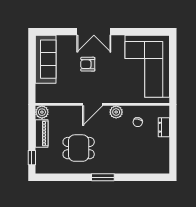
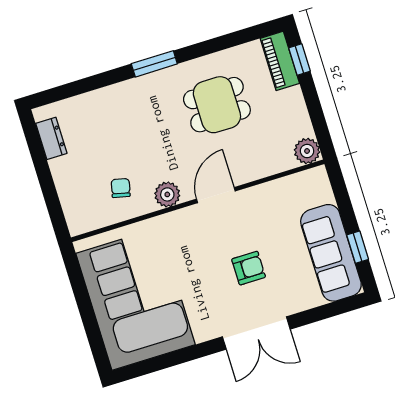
double door: (94, 32) -> (256, 333), swing flipped
window: (32, 58) -> (358, 247), added
dresser: (164, 127) -> (51, 138), moved
piano: (42, 133) -> (280, 61), moved

